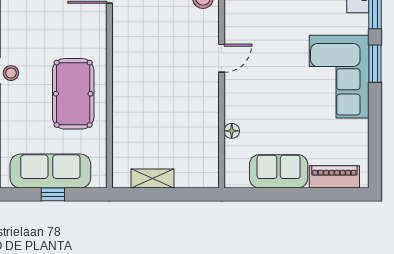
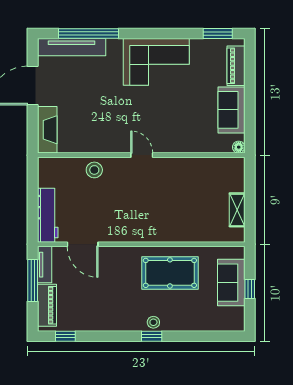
window: (375, 64) -> (218, 33), moved
floor lamp: (232, 131) -> (239, 147), moved
sofa: (50, 171) -> (231, 283), width x0.73

